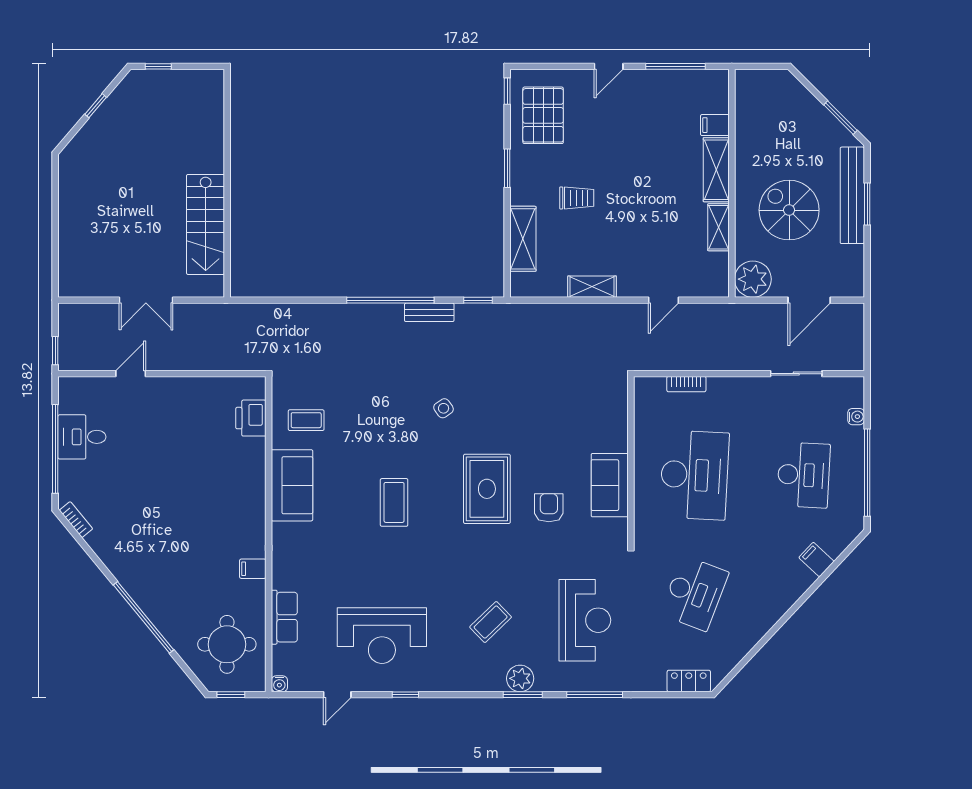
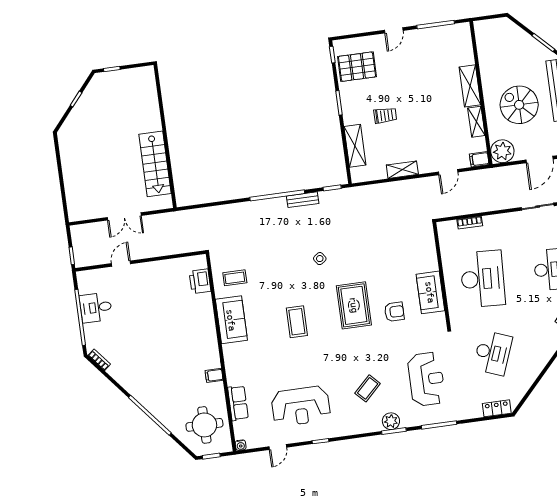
pallet: (543, 115) -> (357, 67), turned 90
filing cabinet: (715, 125) -> (479, 159), moved
armchair: (549, 508) -> (394, 312), turned 90

